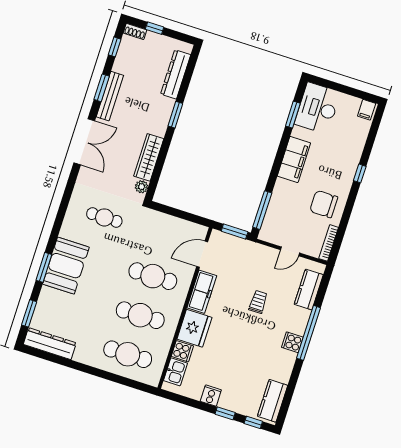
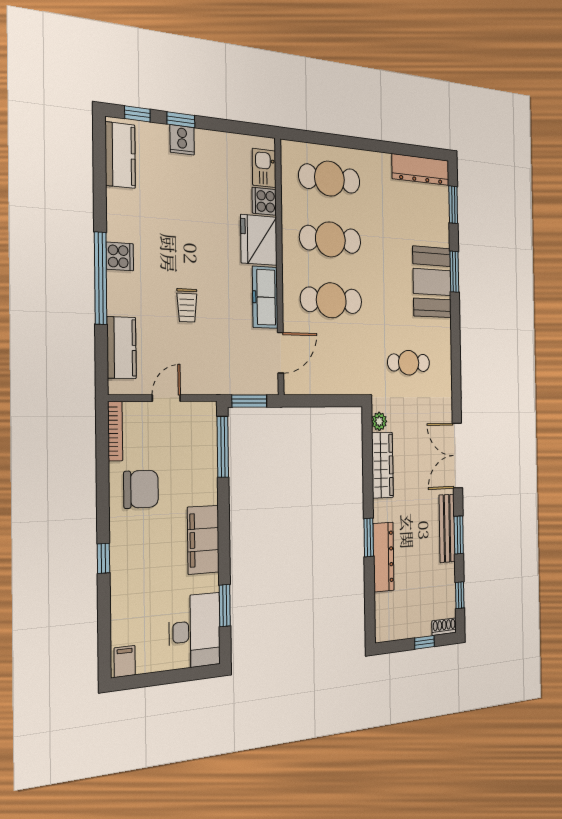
dresser: (176, 74) -> (384, 557), moved
cooker: (211, 396) -> (182, 140), moved

